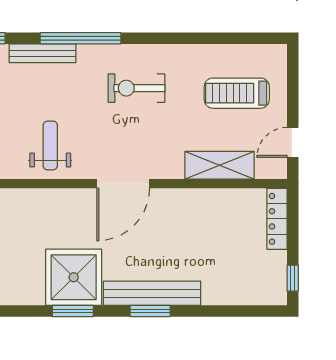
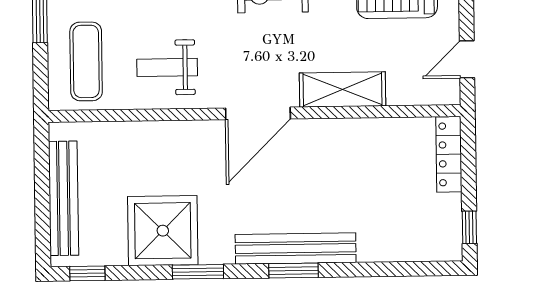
weight bench: (50, 145) -> (167, 67), turned -90
shelving: (220, 165) -> (342, 90), moved
shower: (74, 277) -> (163, 231), moved

